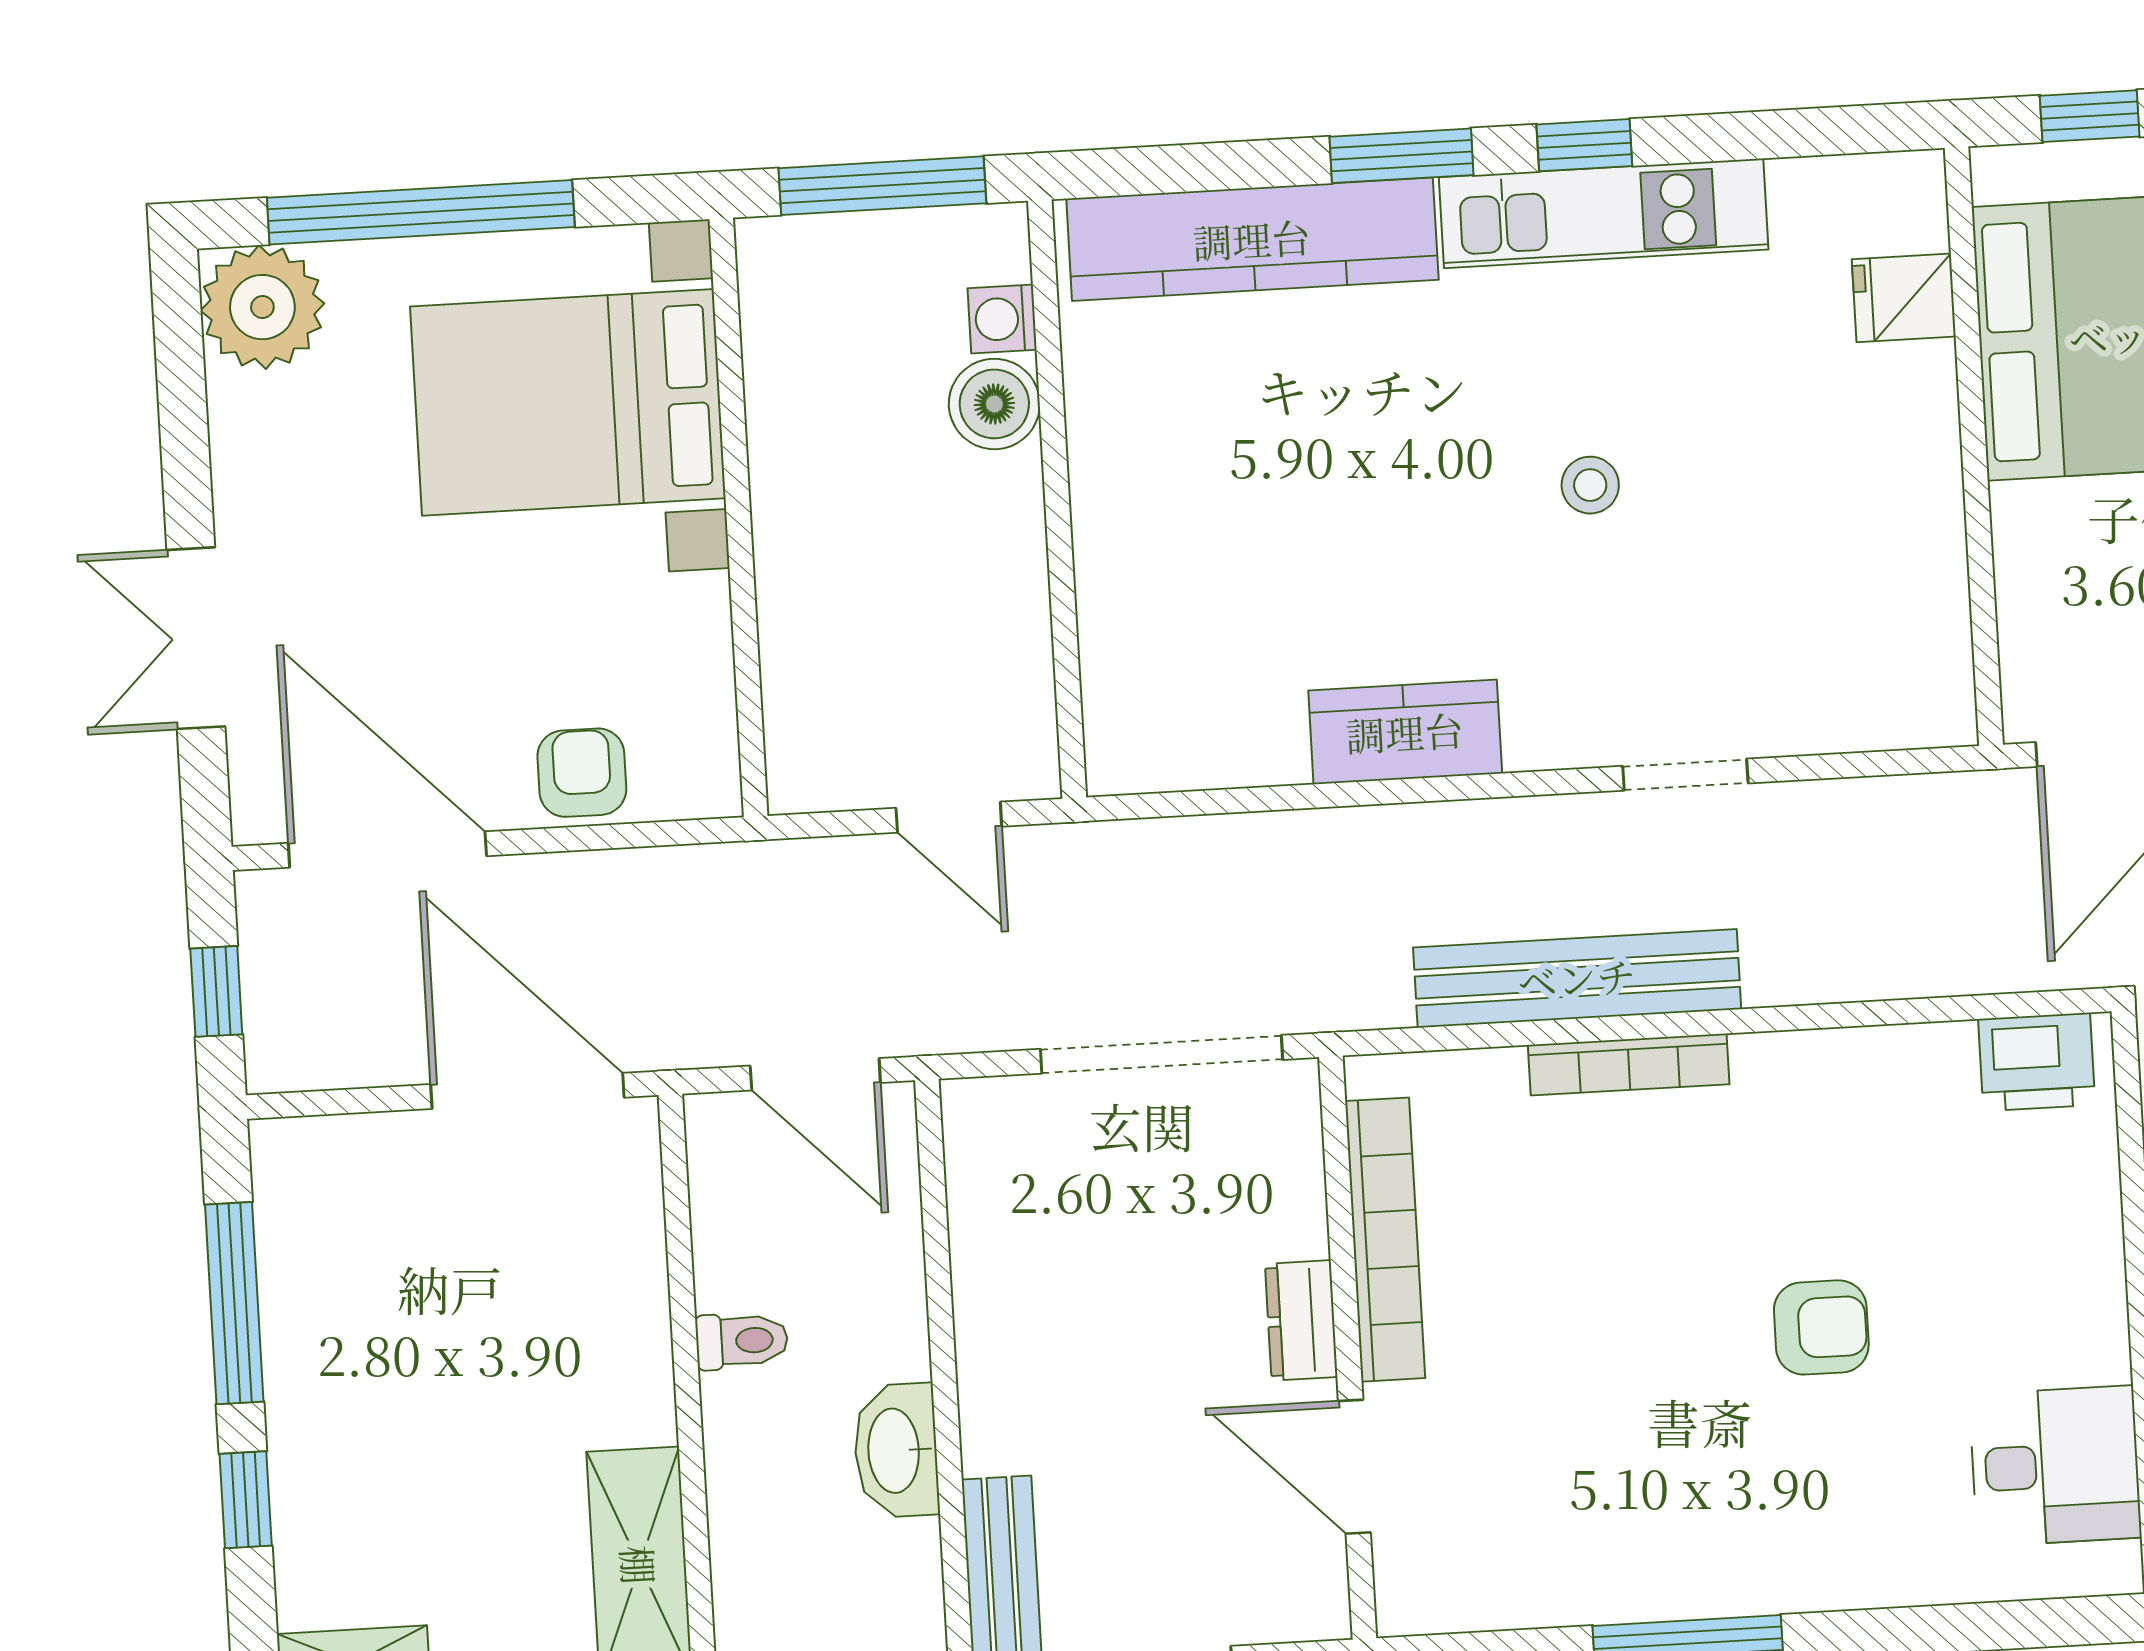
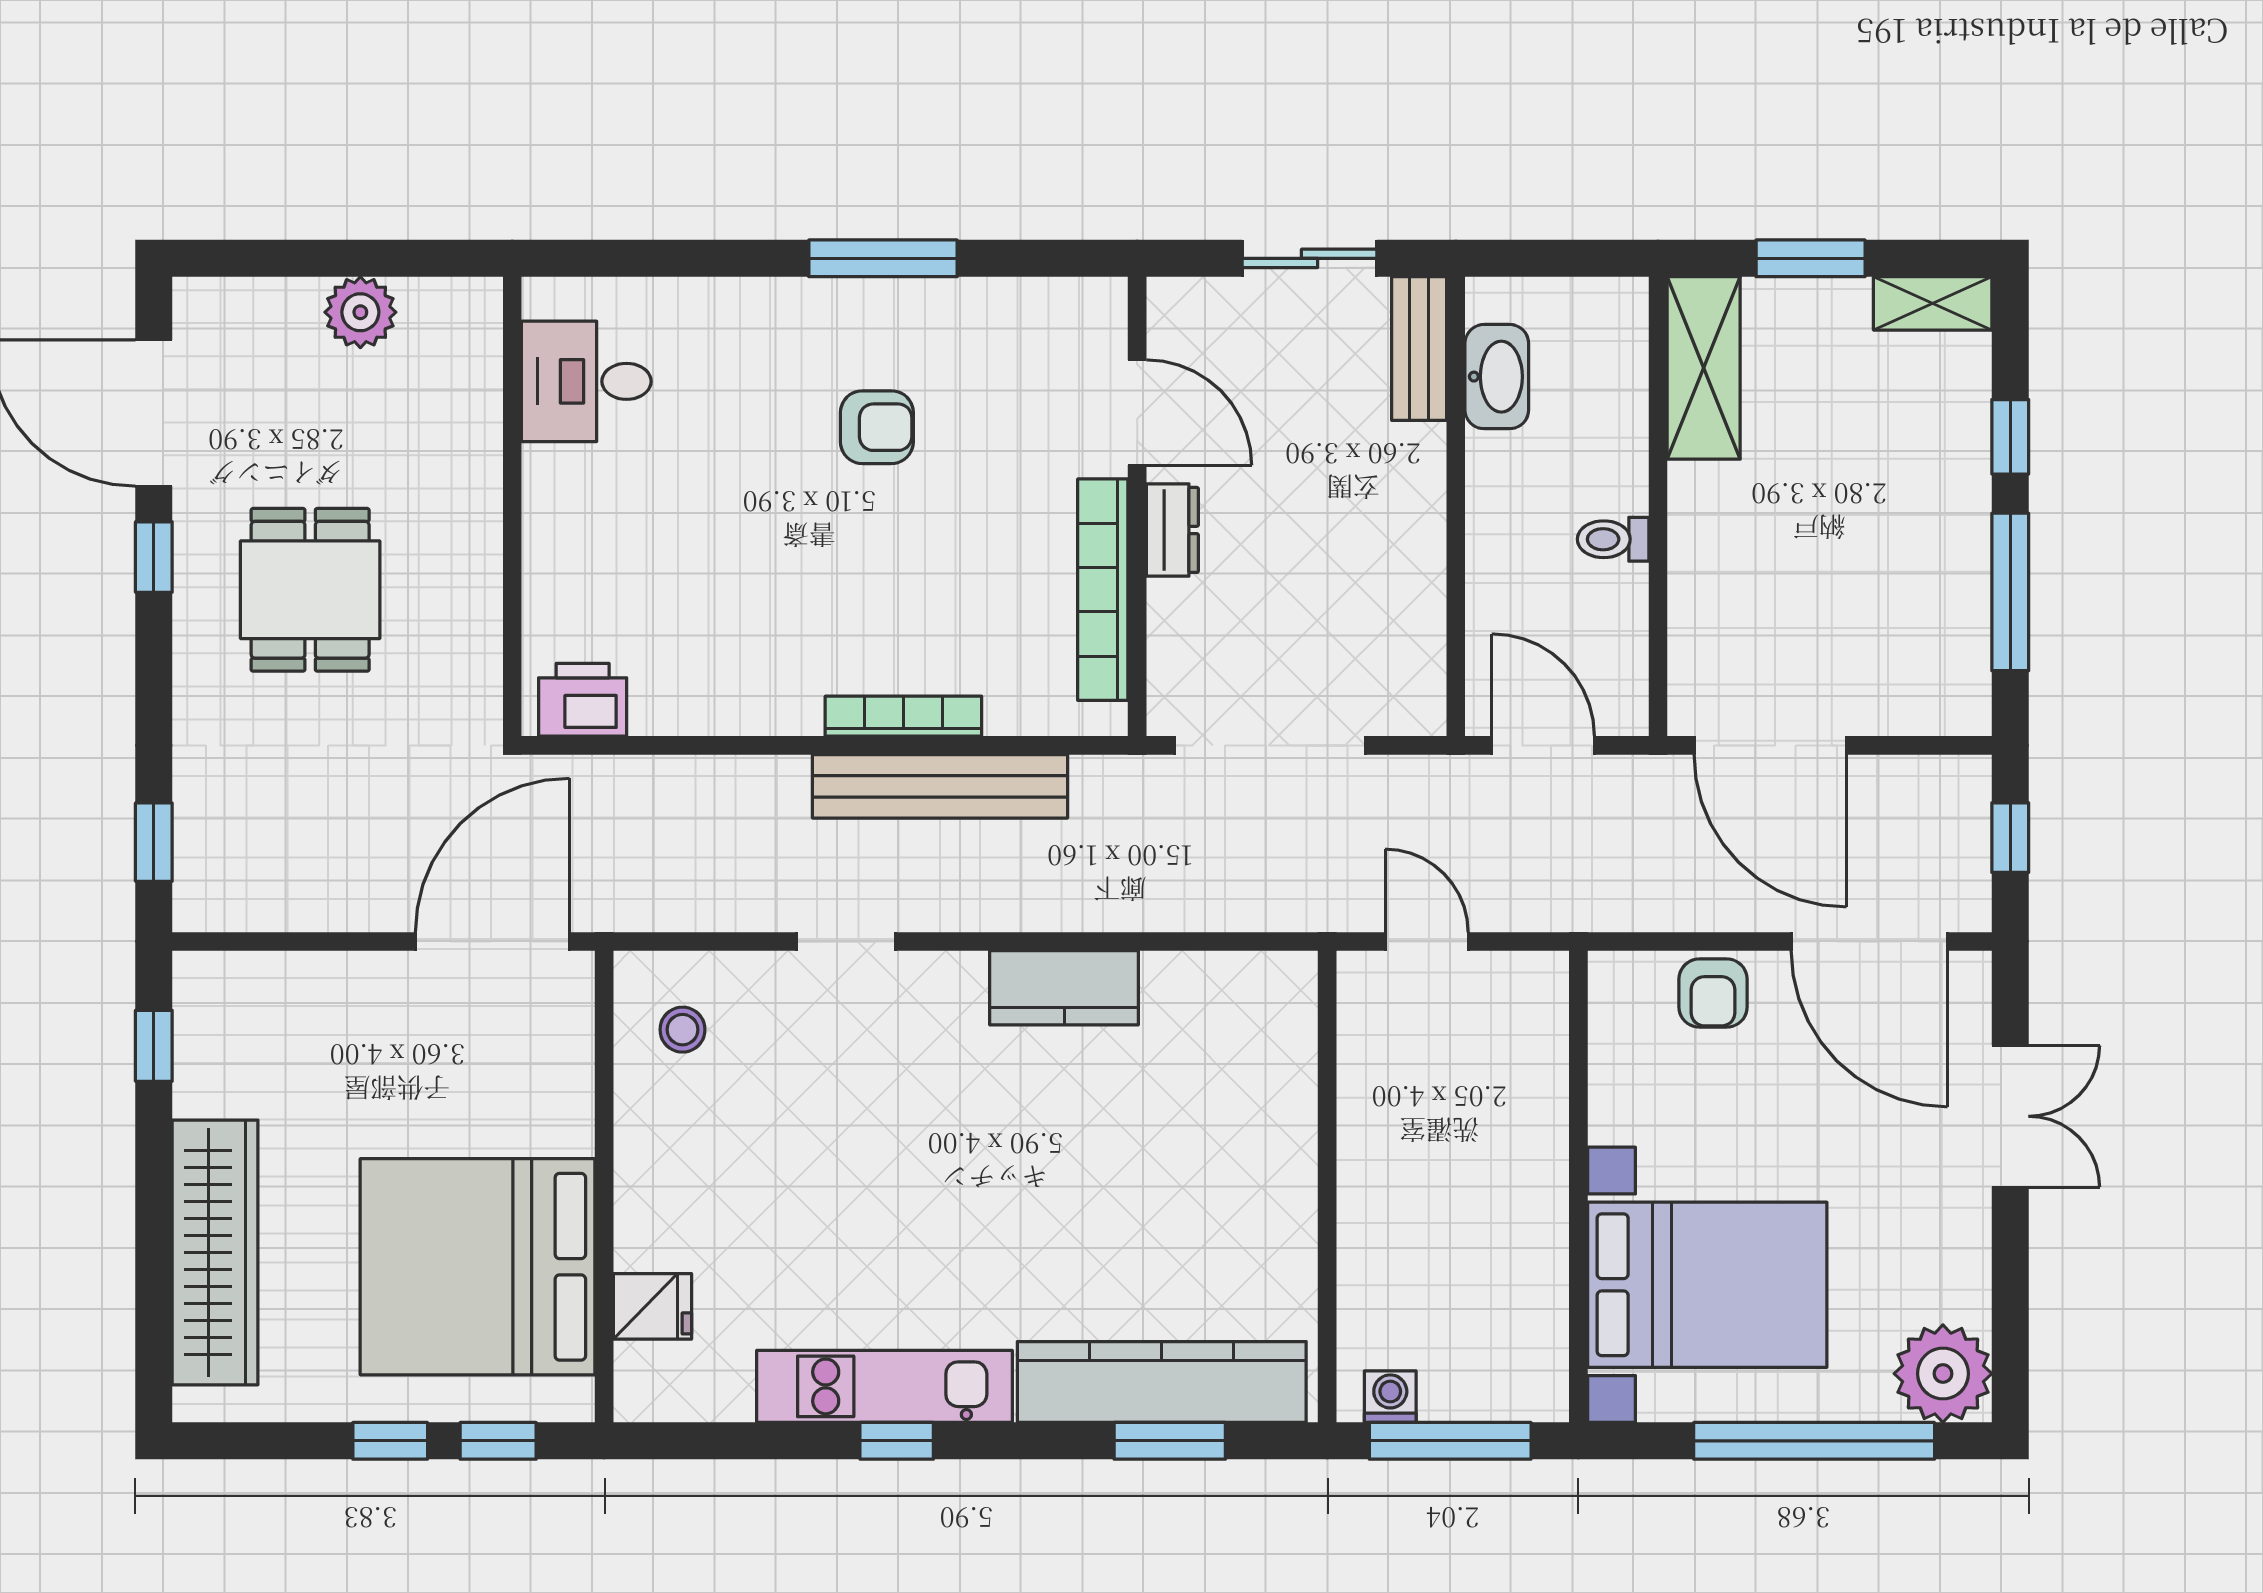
window: (1402, 156) -> (1170, 1441), moved
washing machine: (1002, 319) -> (1390, 1397), moved, turned -90
boiler: (994, 404) -> (1372, 1264), removed
stool: (1590, 485) -> (682, 1030), moved
armchair: (1821, 1327) -> (877, 427), moved, turned 180
washbasin: (896, 1451) -> (1497, 377), moved

